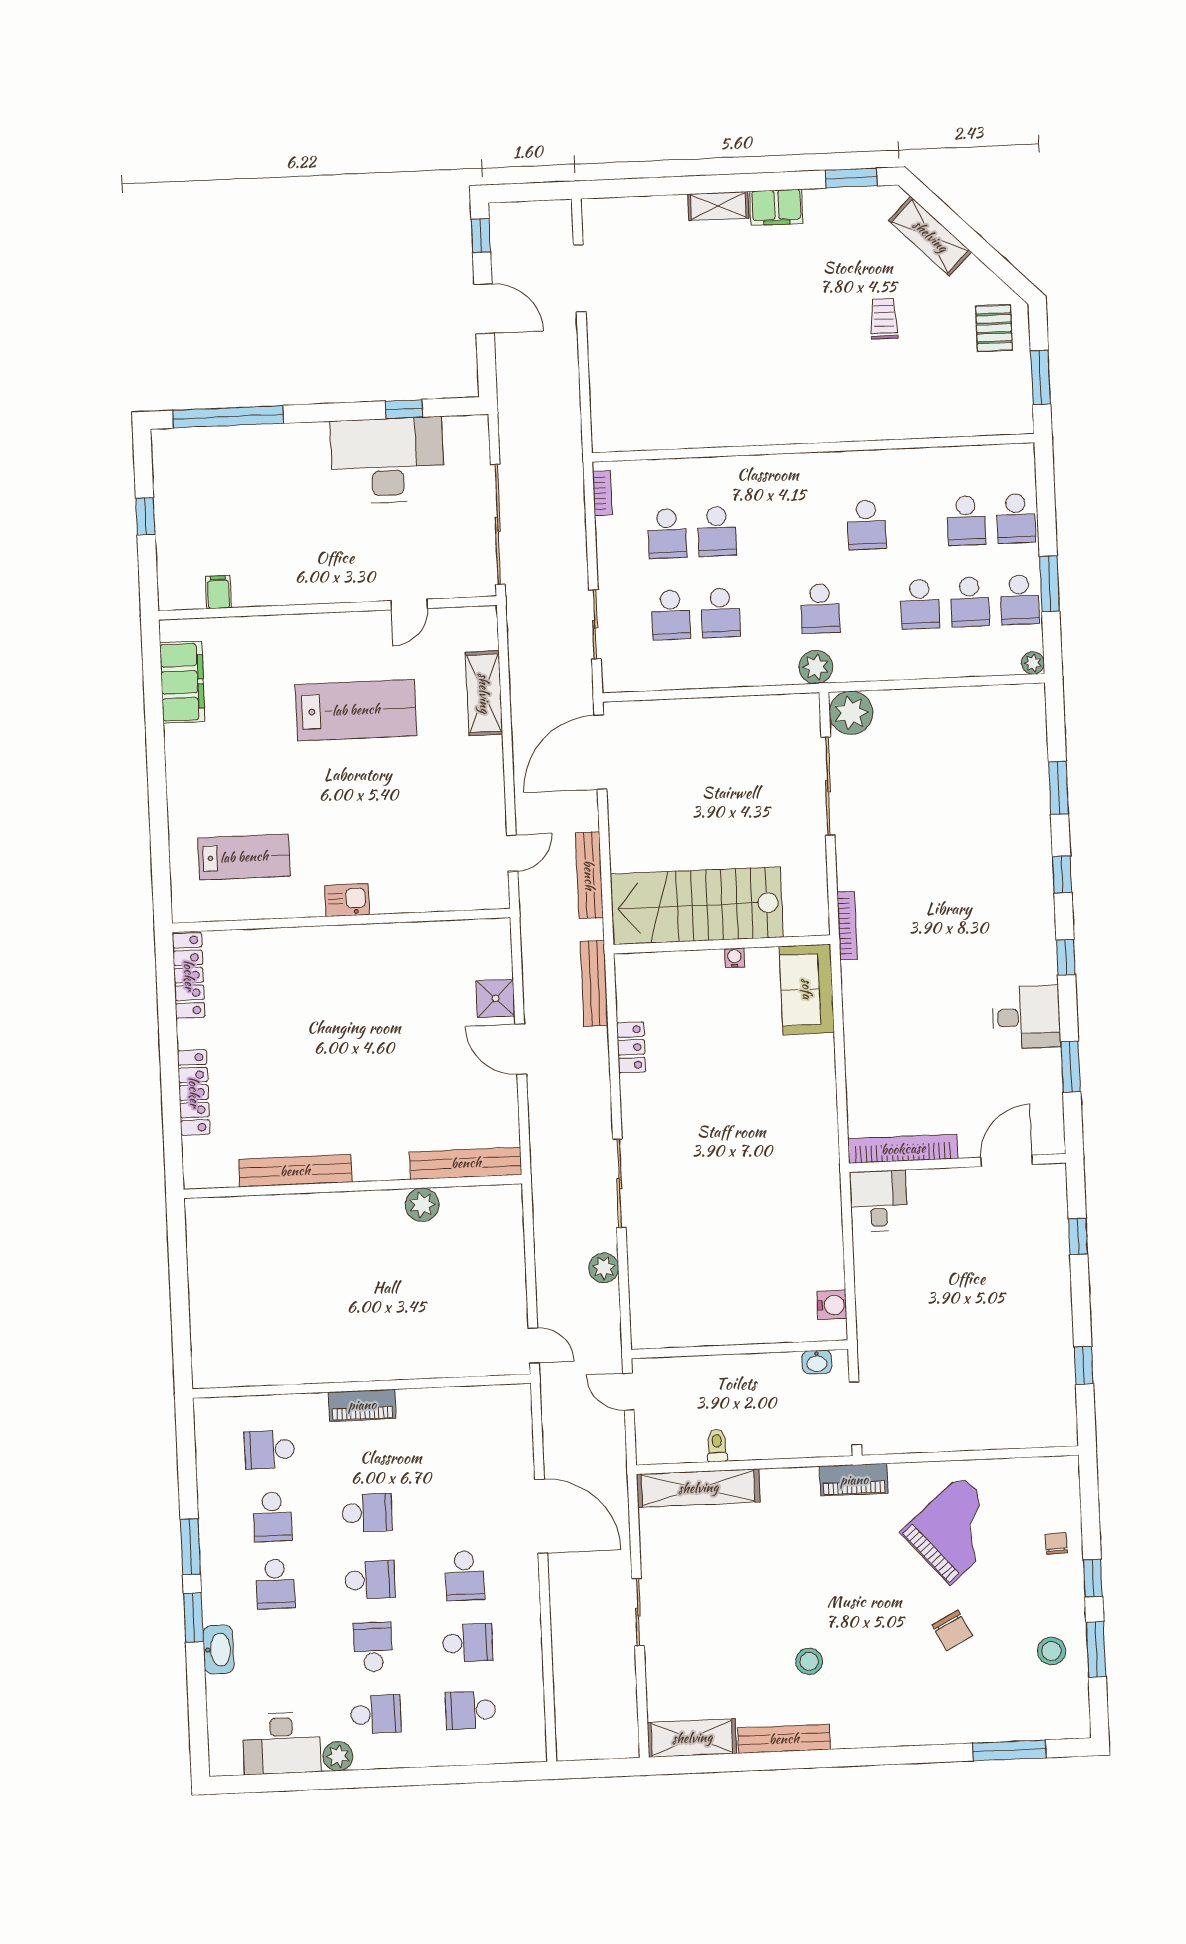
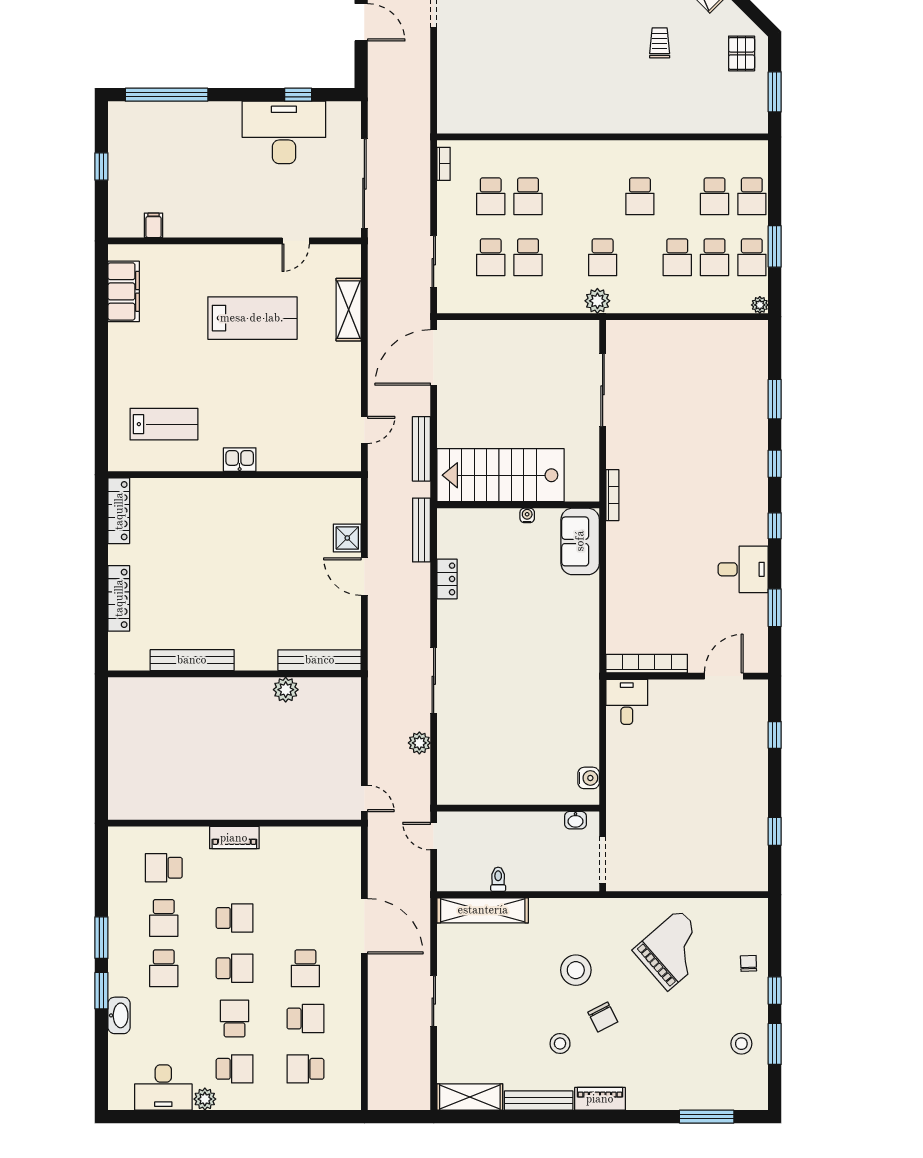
plant: (851, 713) -> (622, 336), removed
piano: (854, 1480) -> (600, 1099), moved, turned 180
stool: (826, 1562) -> (576, 970), added
chair: (952, 1630) -> (603, 1017), moved

